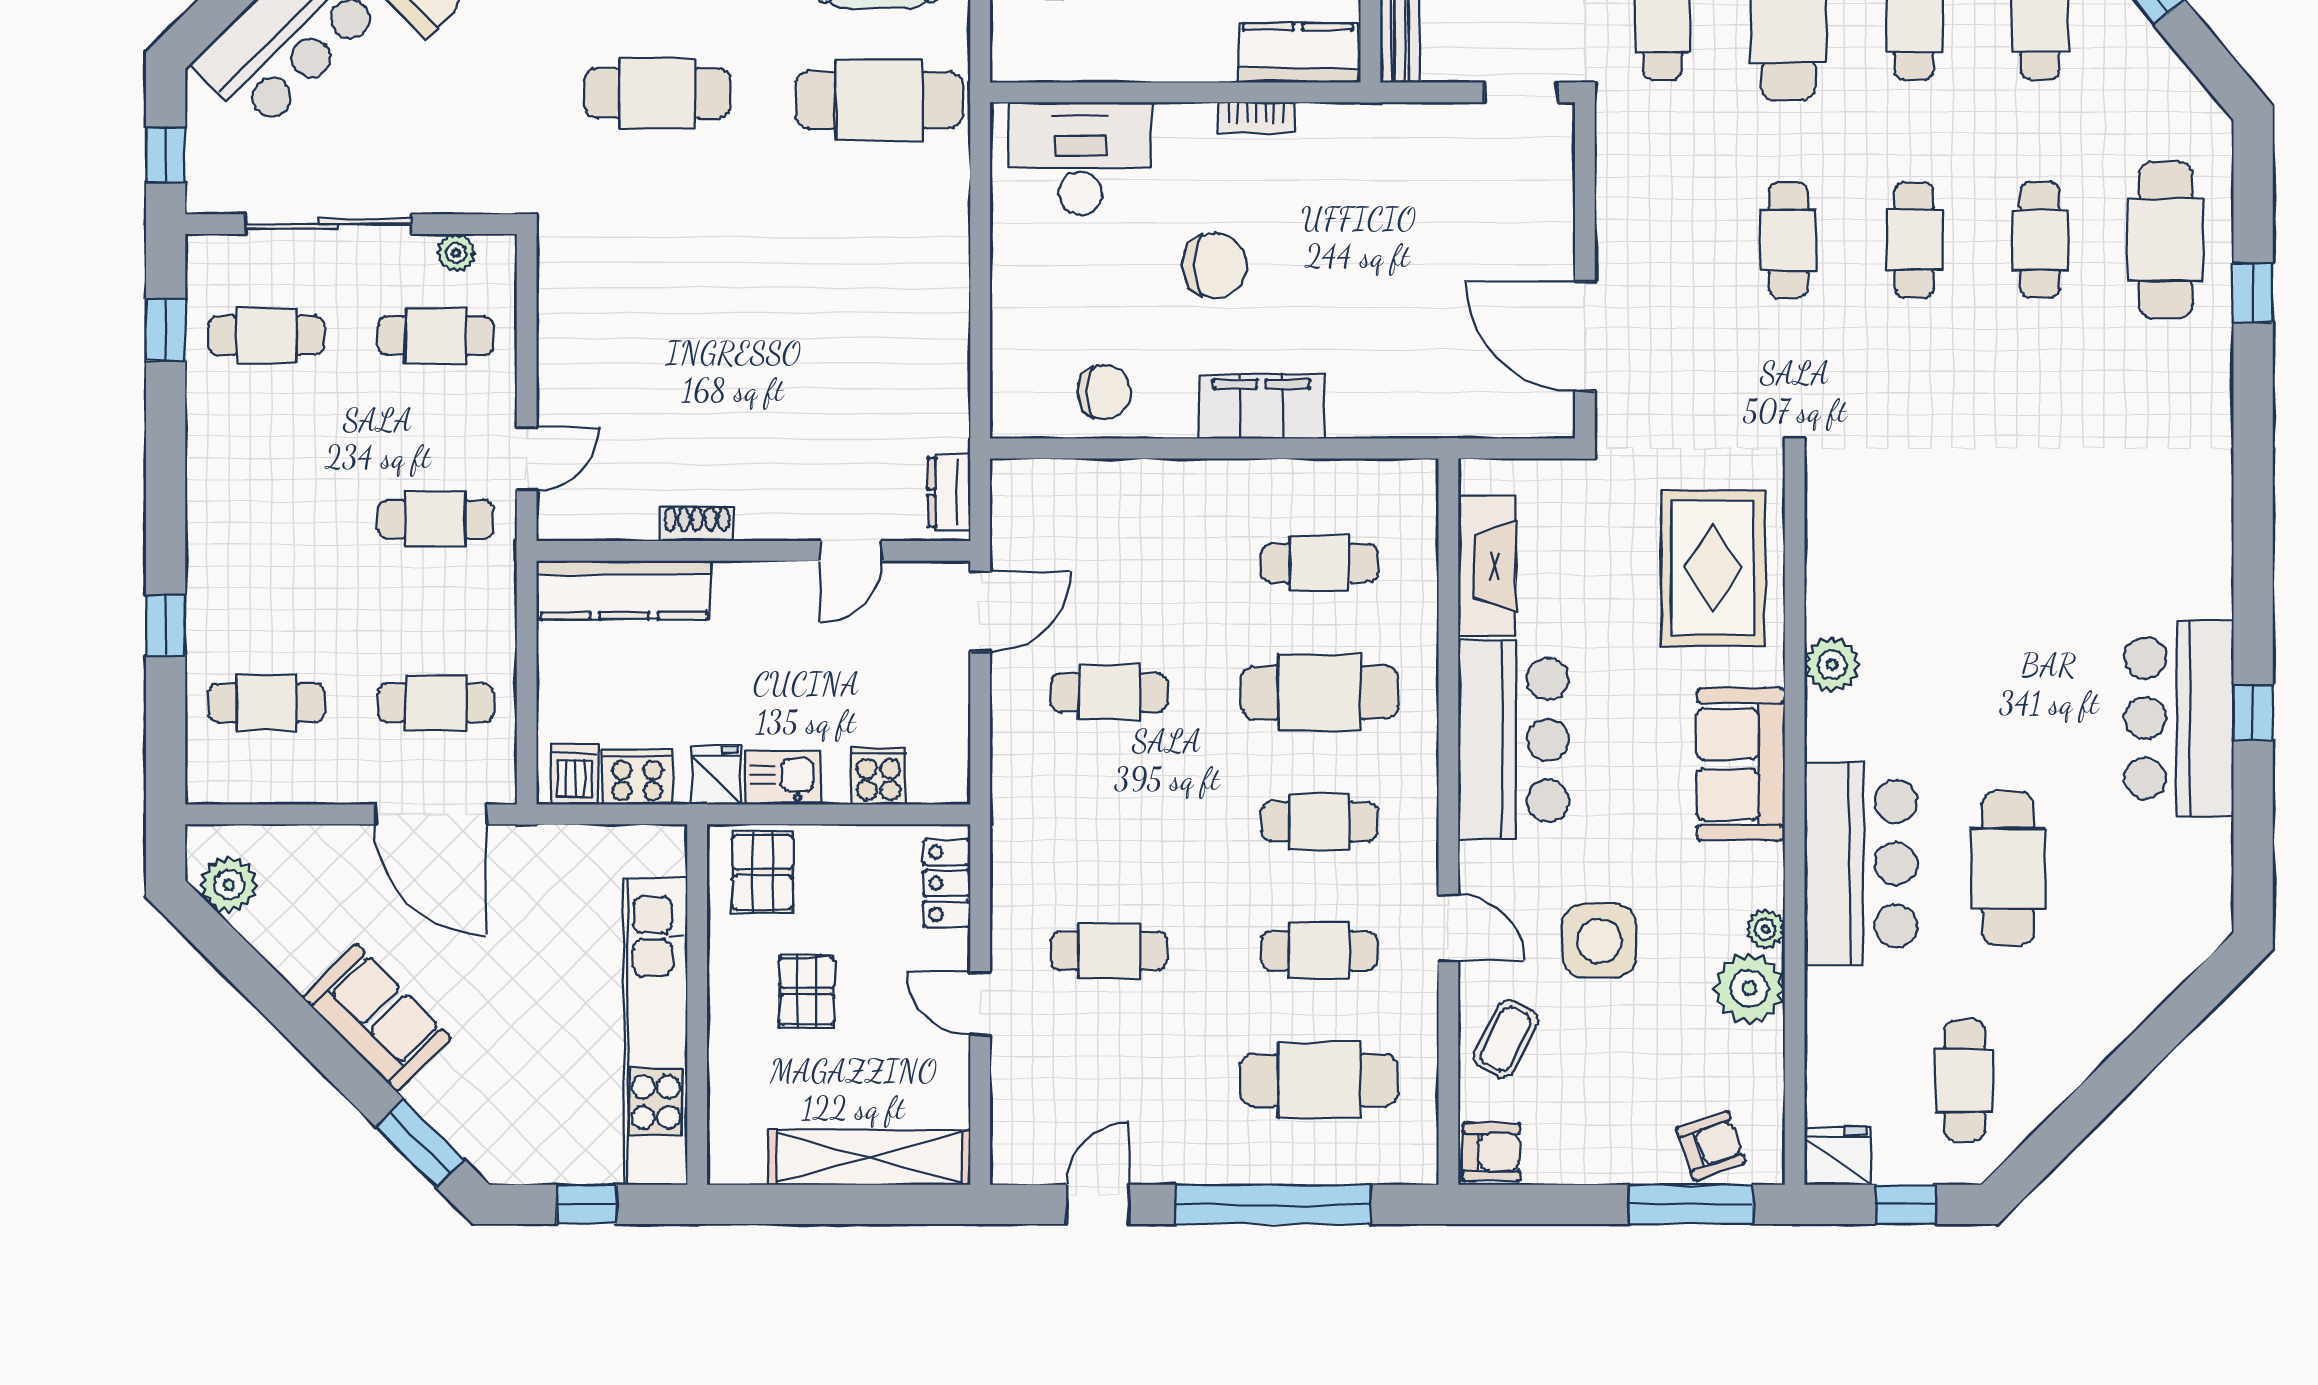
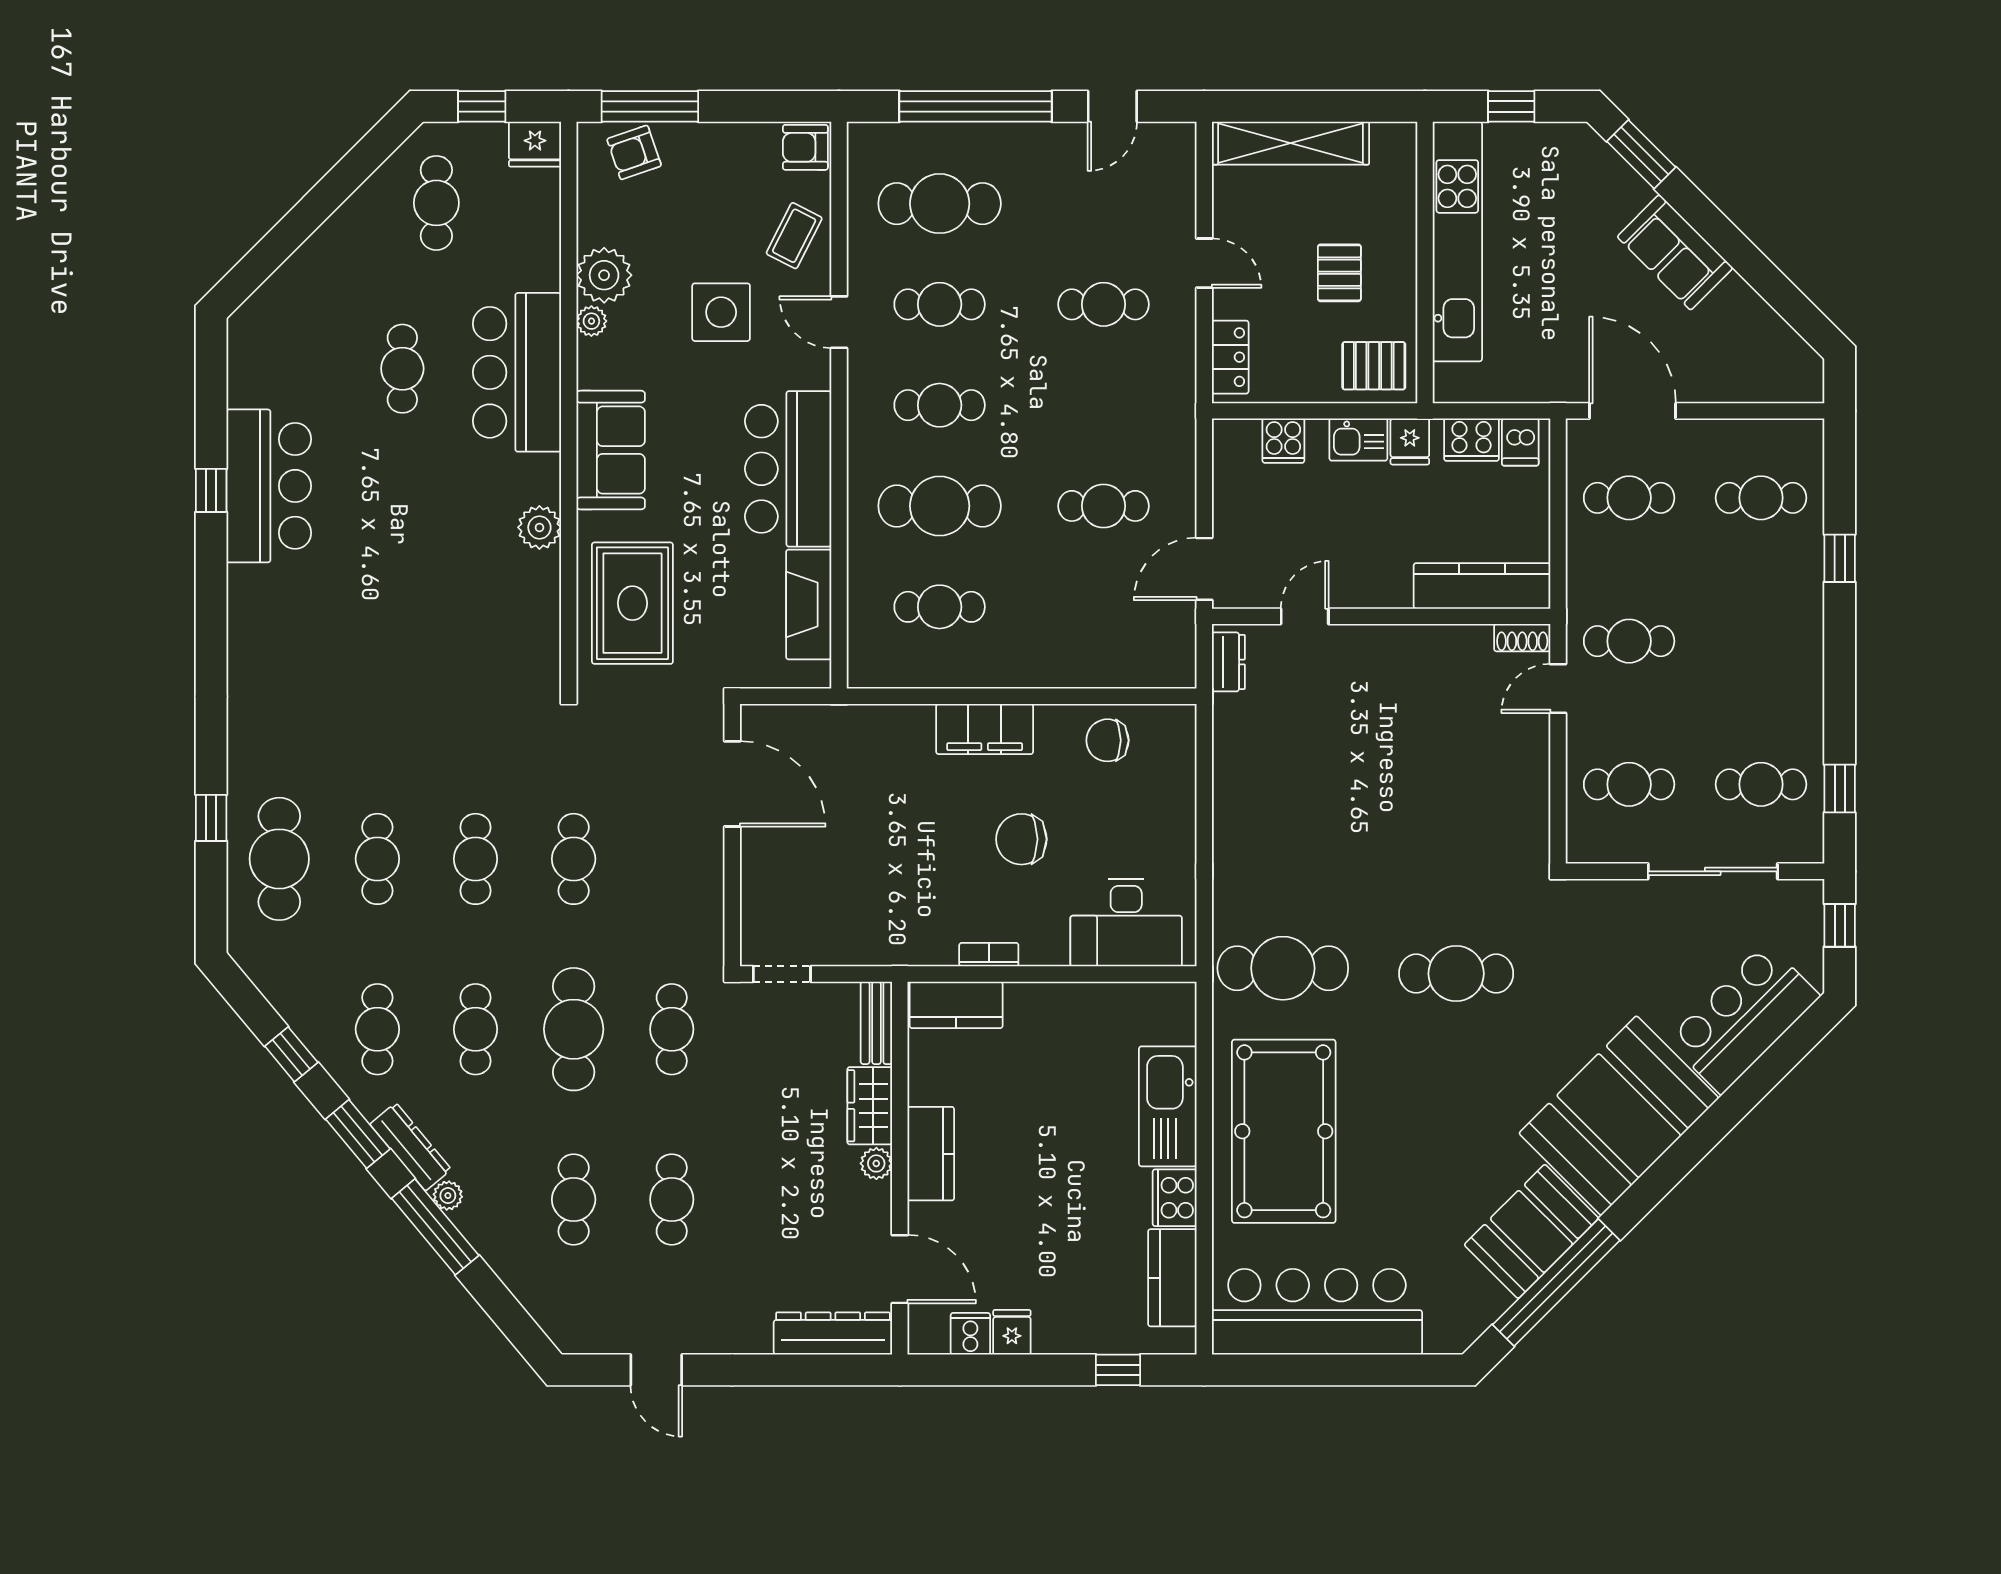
plant: (456, 253) -> (1613, 849), removed
shoe rack: (697, 524) -> (1522, 638), moved
cafe table: (2008, 868) -> (402, 369), width x0.73, depth x0.74
pallet: (763, 872) -> (1374, 366), turned 90
plant: (229, 885) -> (1790, 356), removed

